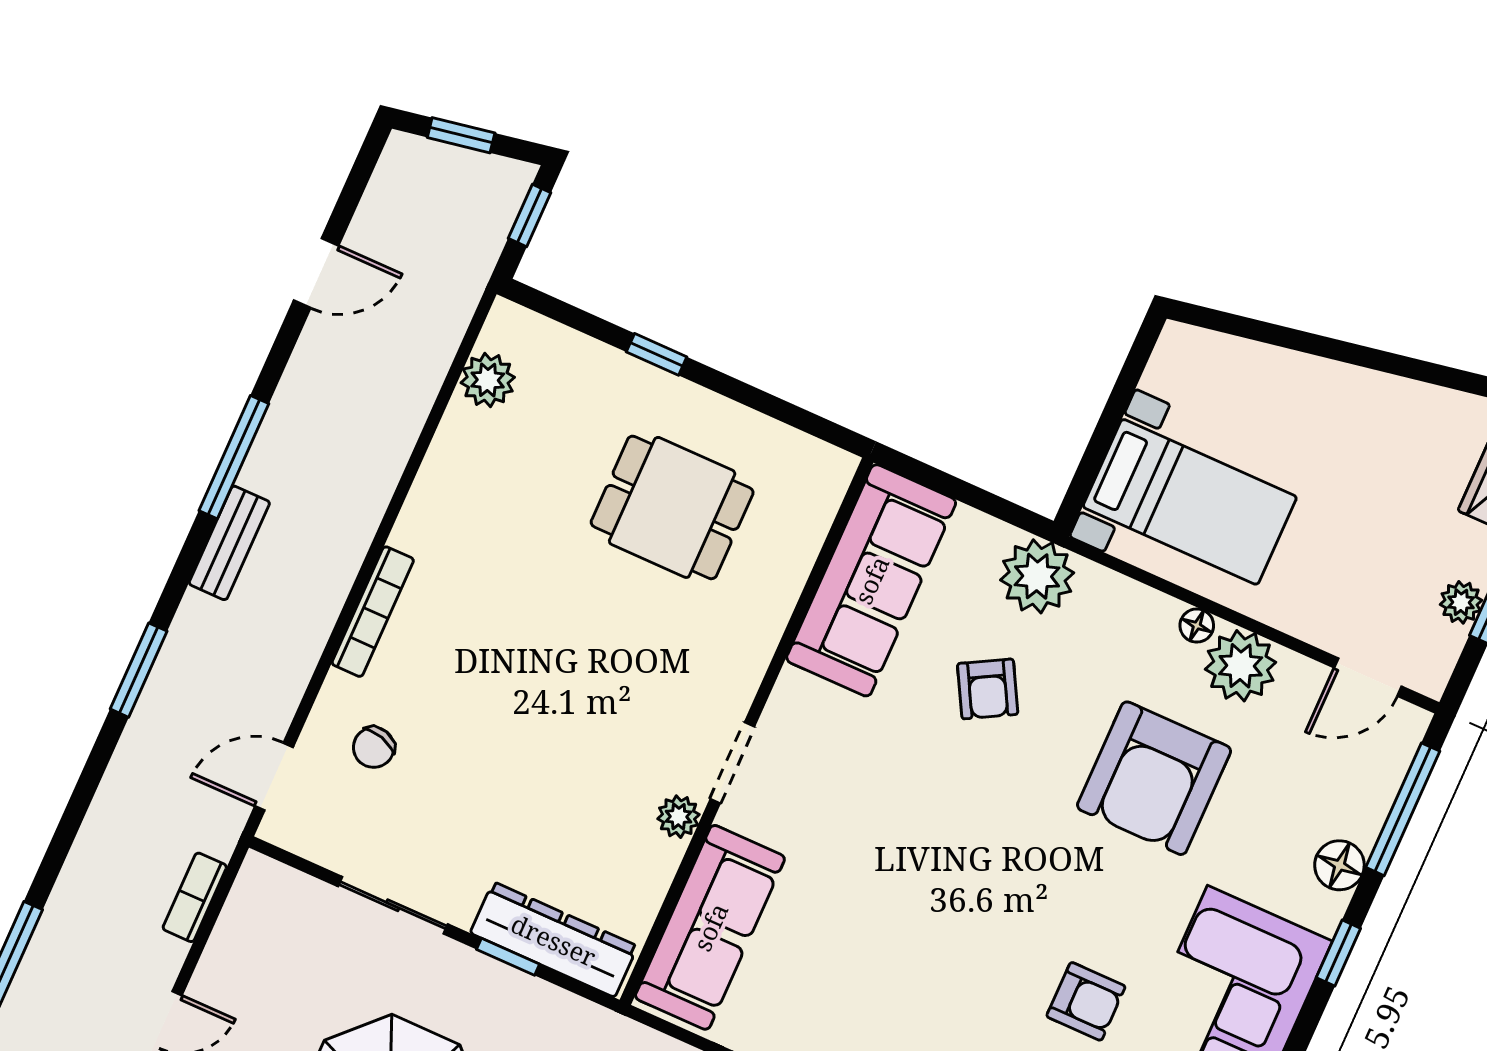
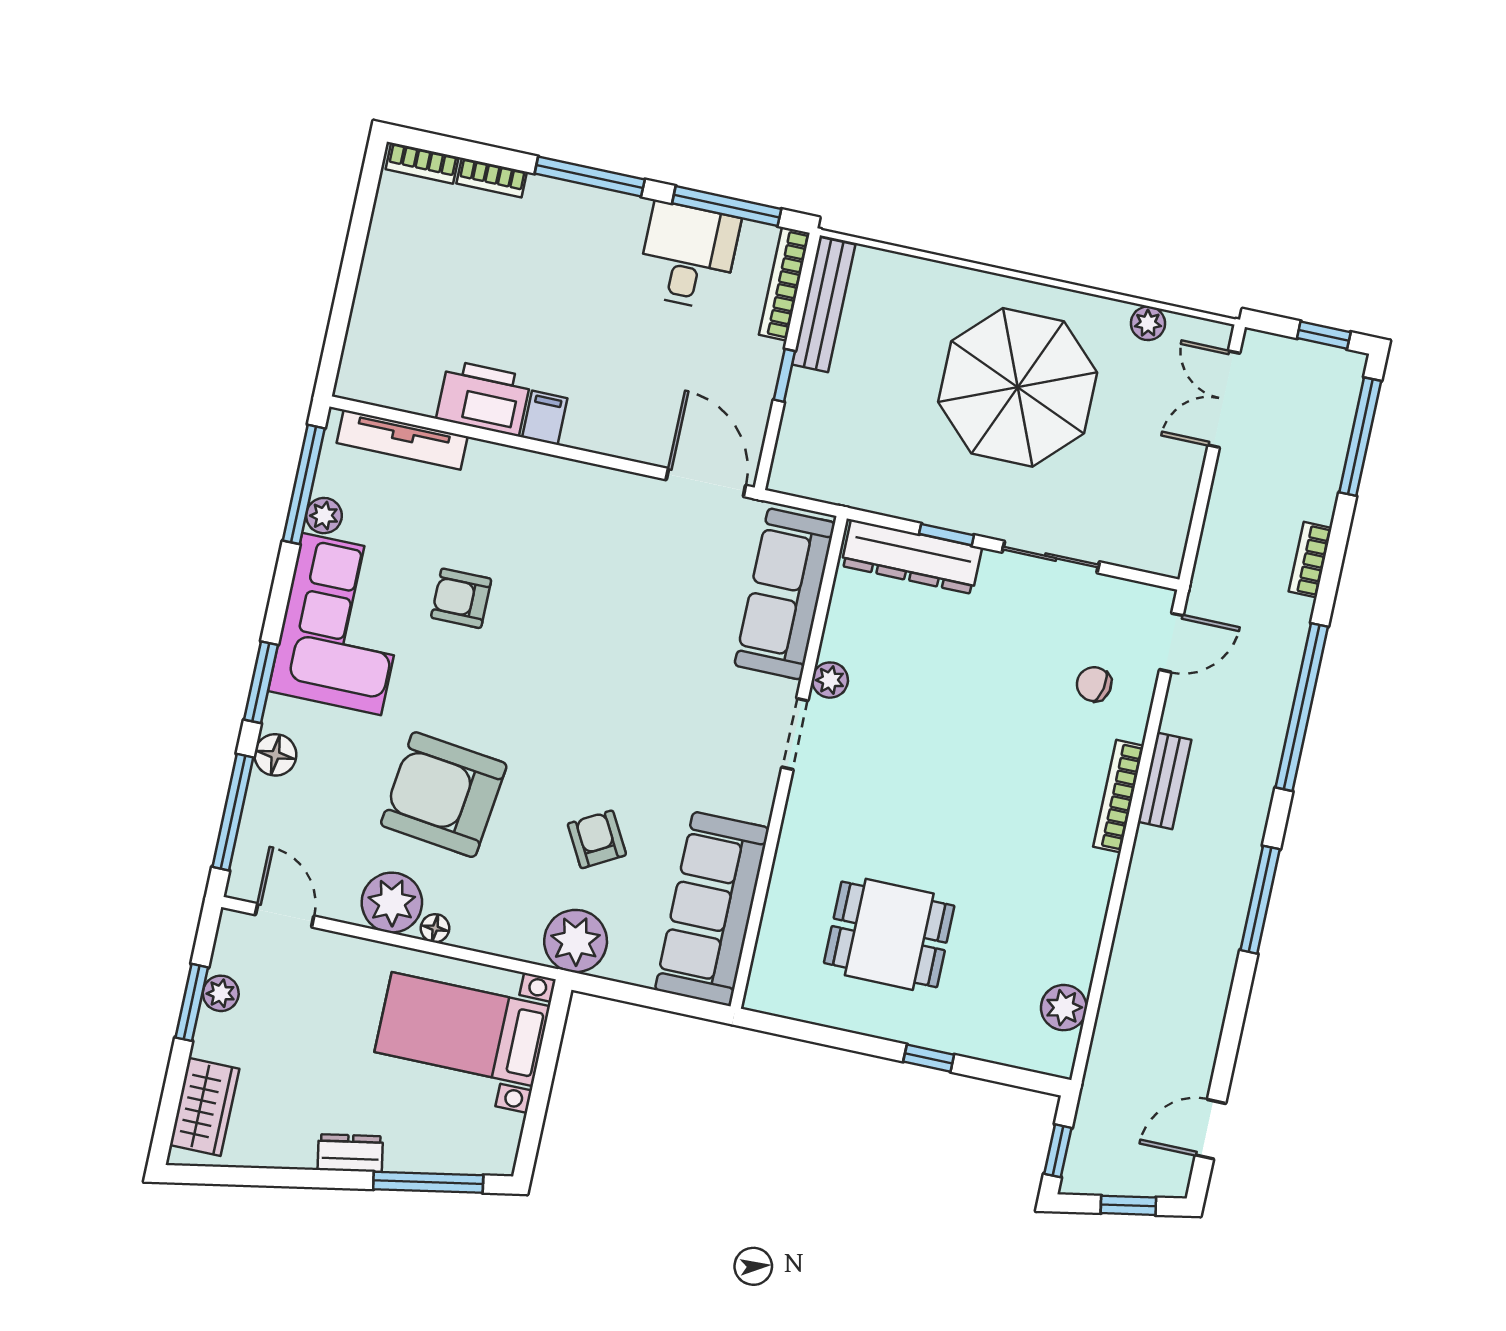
door: (316, 273) -> (1210, 1129), moved
window: (1267, 333) -> (428, 1182), added
dresser: (1350, 386) -> (350, 1153), added
bench: (229, 543) -> (1165, 781), moved
window: (139, 670) -> (1302, 707), width x2.11
door: (1368, 677) -> (285, 915), hinge flipped
chair: (374, 747) -> (1094, 684), turned -95
armchair: (1154, 778) -> (444, 795), turned -83
bookcase: (195, 897) -> (1310, 560), moved, turned 180
window: (1338, 953) -> (261, 682), width x1.50

